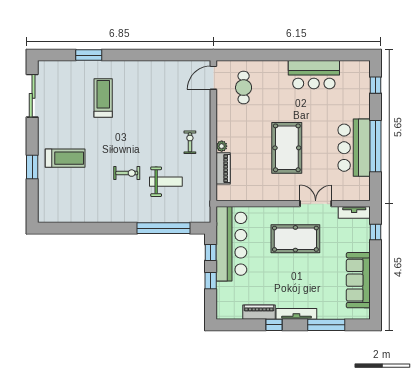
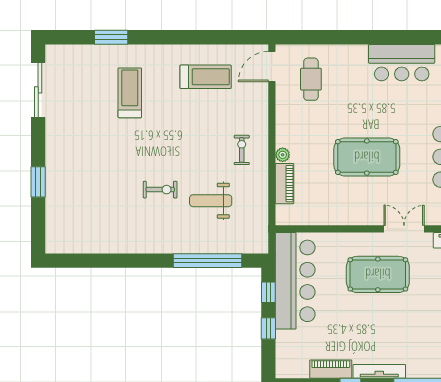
pool table: (287, 148) -> (367, 157), turned 90
treadmill: (65, 158) -> (206, 77), moved
weight bench: (166, 182) -> (211, 201), turned 180

